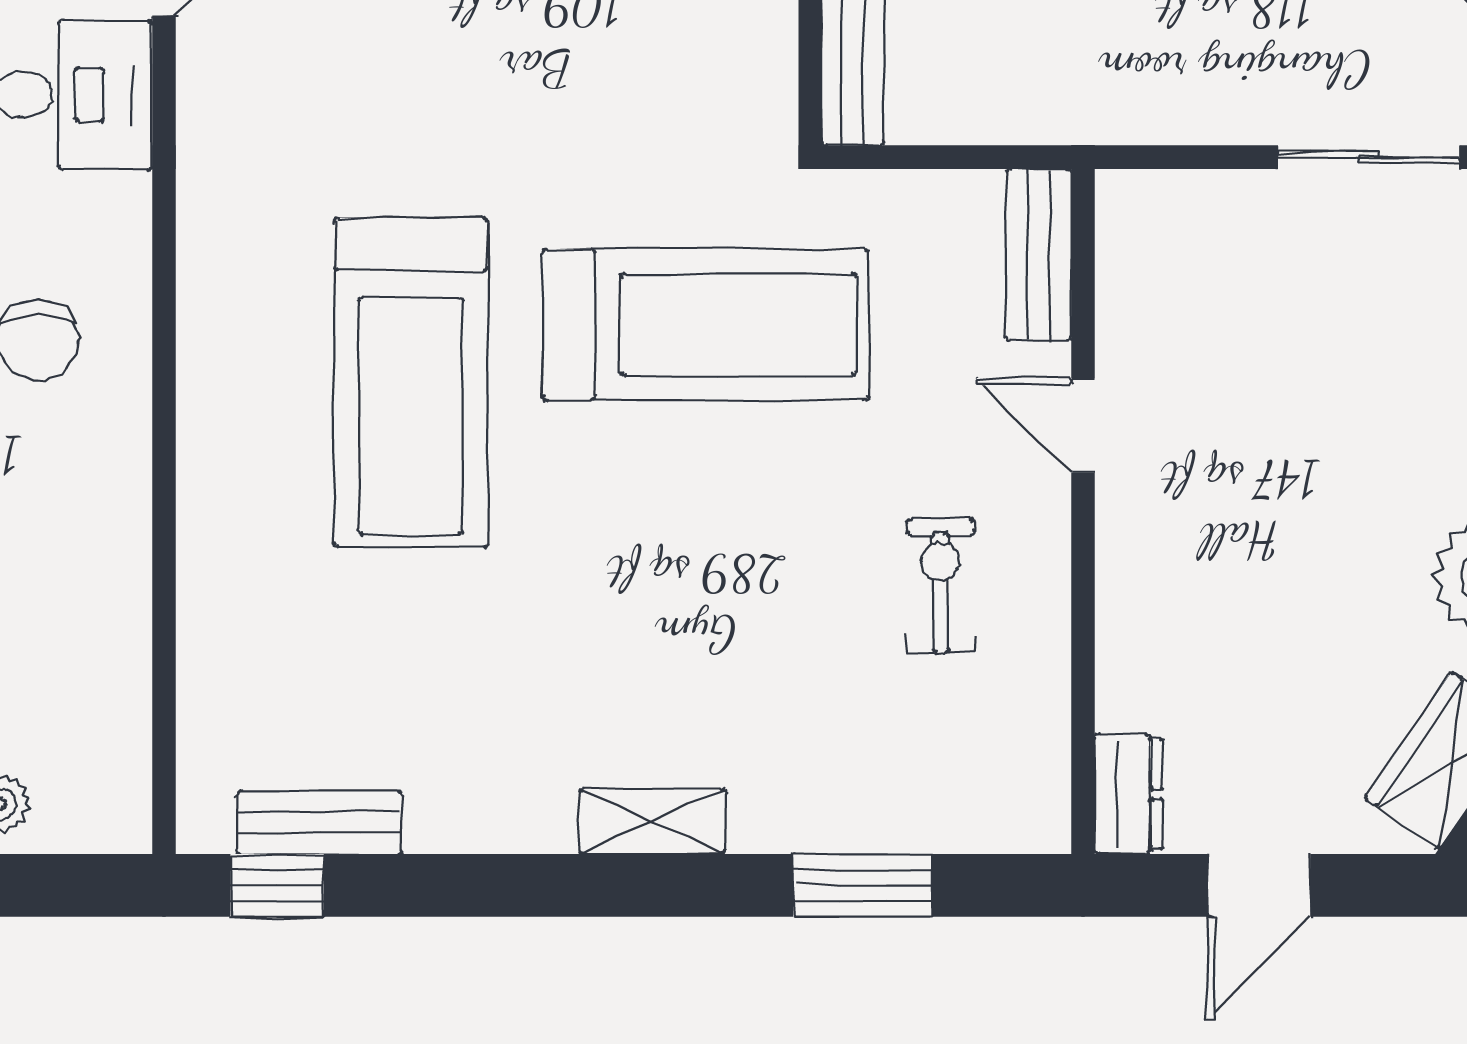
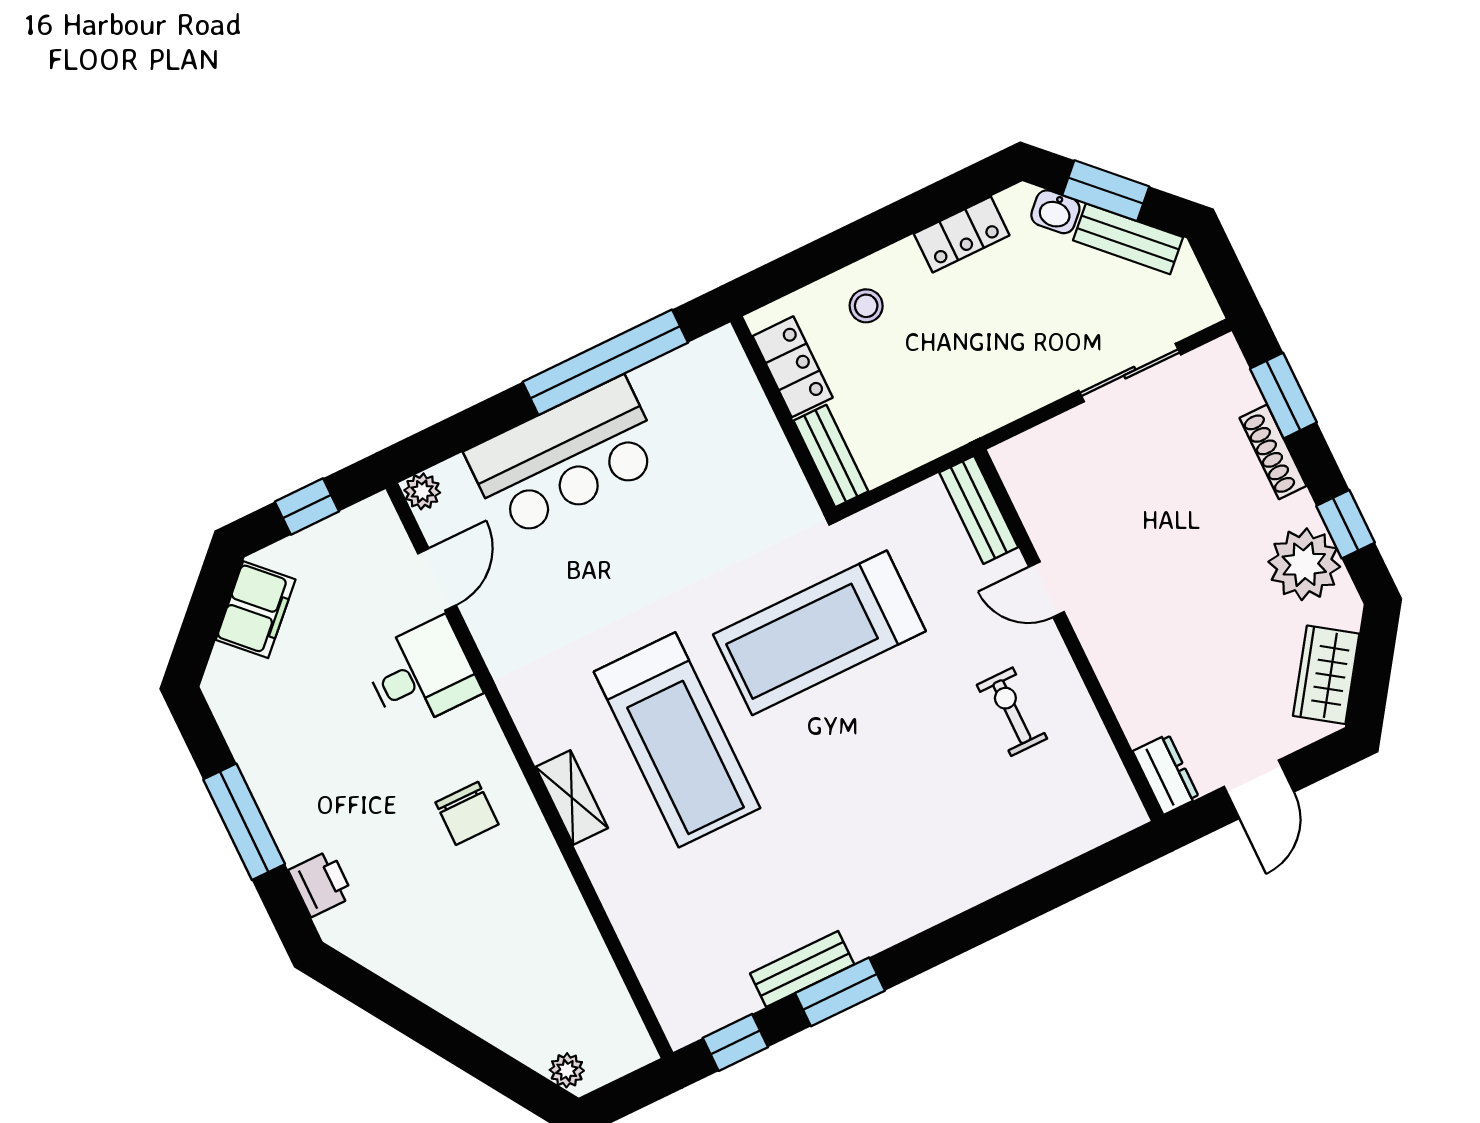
treadmill: (706, 325) -> (819, 633), turned 180
shelving: (652, 821) -> (572, 797), moved, turned 90
bench: (319, 823) -> (802, 969), moved
window: (863, 885) -> (840, 992), moved

